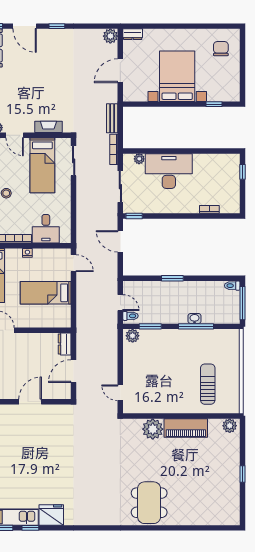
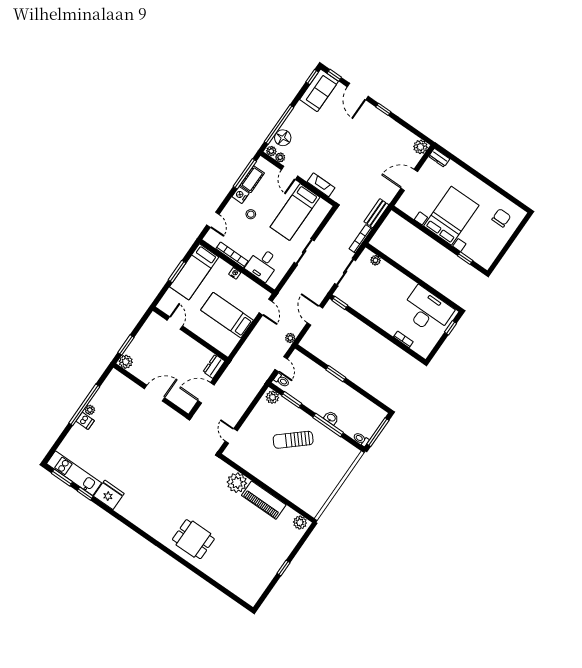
sliding door: (74, 161) -> (304, 252), moved
desk: (169, 171) -> (427, 311), moved
plant: (113, 275) -> (290, 338), added
toilet: (232, 286) -> (361, 439), moved
sun lounger: (208, 384) -> (293, 440), moved, turned -131
dining table: (149, 503) -> (193, 539), width x0.73

